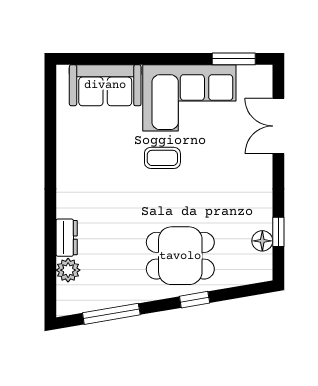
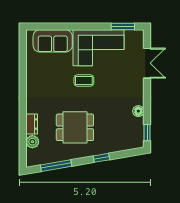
double door: (278, 126) -> (147, 63), swing flipped
window: (278, 232) -> (147, 133), moved
floor lamp: (262, 241) -> (138, 111), moved
dining table: (180, 256) -> (75, 127), moved

